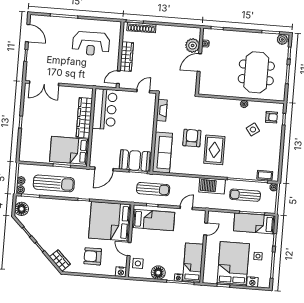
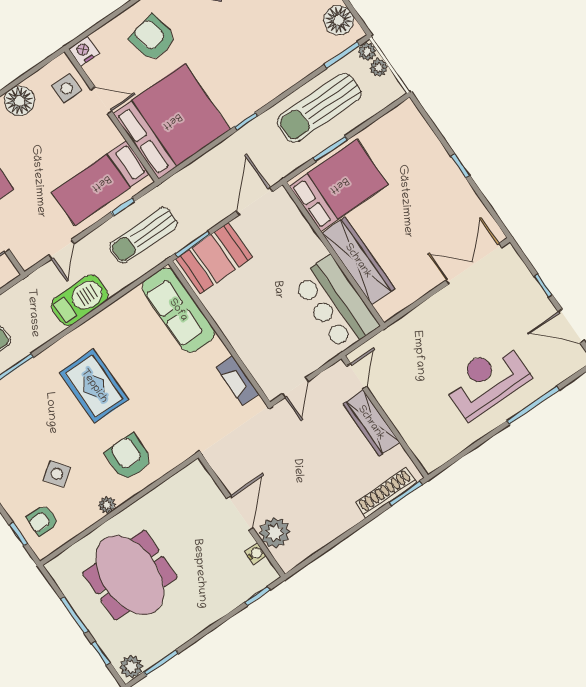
reception desk: (91, 44) -> (487, 380), moved
armchair: (192, 138) -> (129, 457), moved, turned 180
barbecue: (212, 186) -> (80, 300), moved
armchair: (93, 256) -> (153, 38), turned -102

